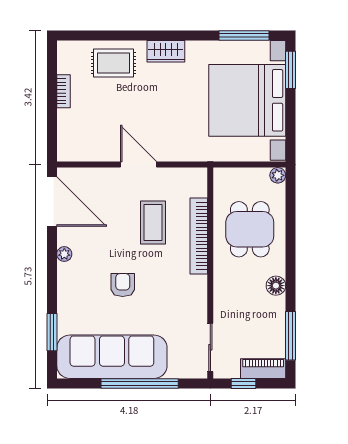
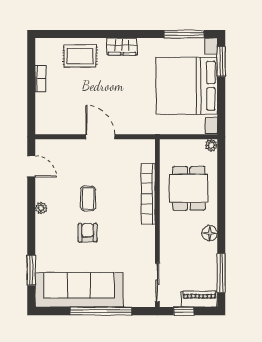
door: (52, 202) -> (31, 166), width x0.53
coffee table: (153, 222) -> (88, 198), moved, width x0.73, depth x0.77

